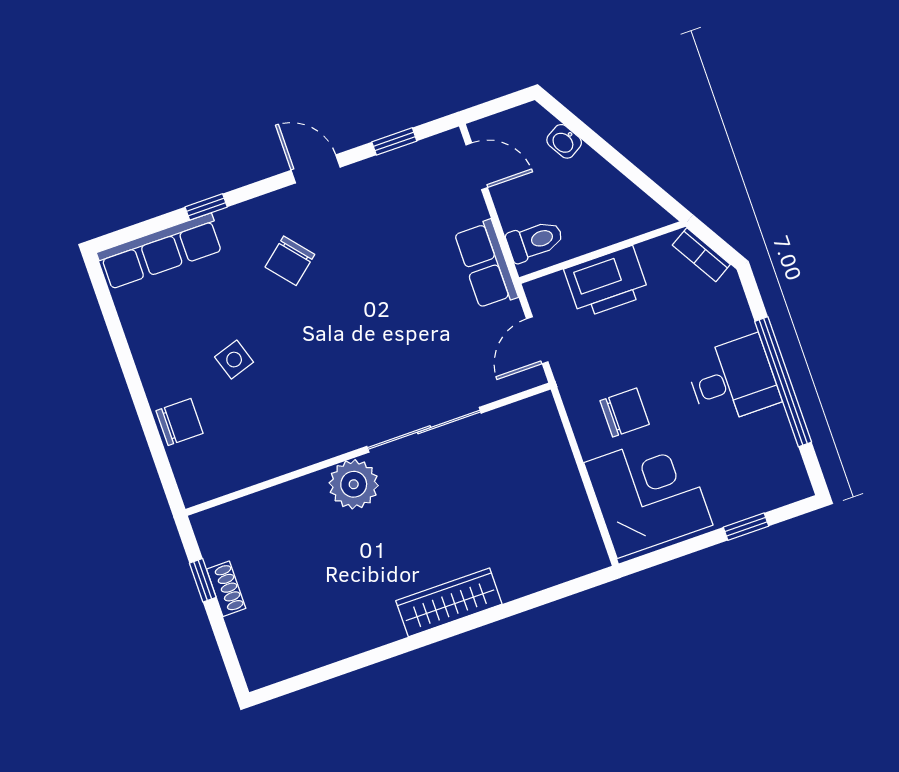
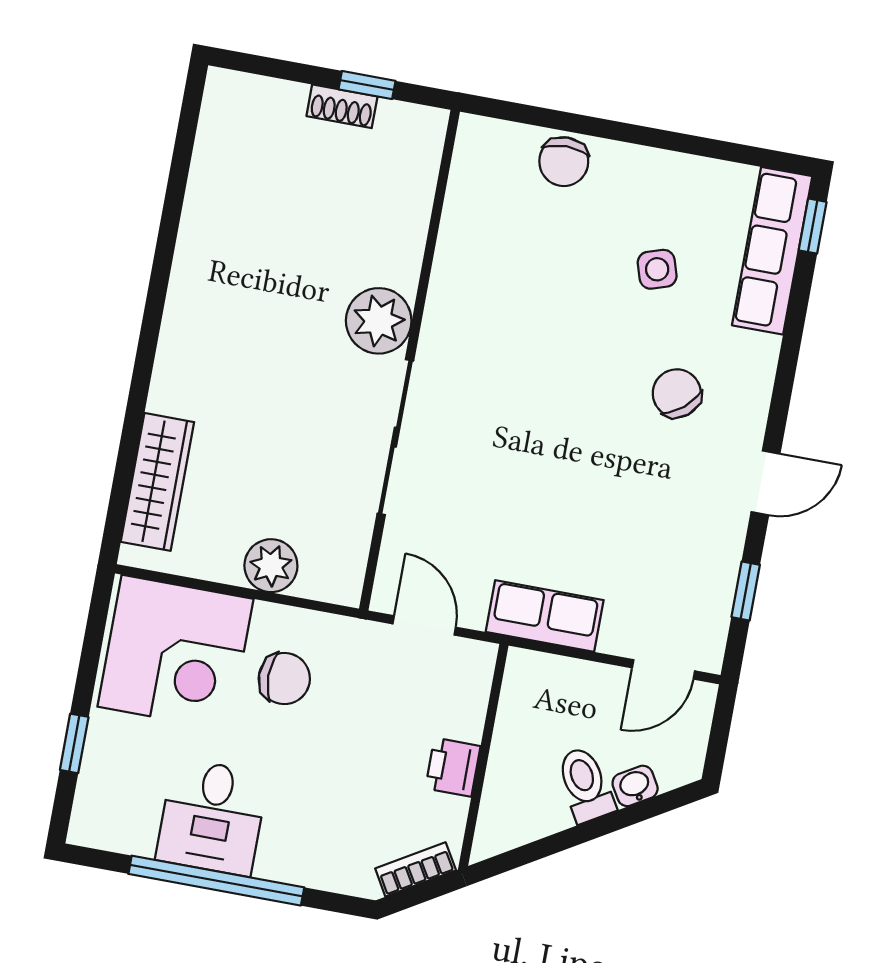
window: (206, 207) -> (813, 226), moved
toilet: (535, 241) -> (585, 785), moved, turned 149
printer: (607, 282) -> (453, 767), width x0.53, depth x0.68
side table: (234, 360) -> (657, 269), moved
desk: (733, 380) -> (212, 817), moved
chair: (625, 413) -> (284, 679), turned -90
plant: (555, 464) -> (271, 566), added
wardrobe: (449, 602) -> (157, 482), moved

